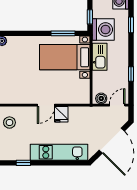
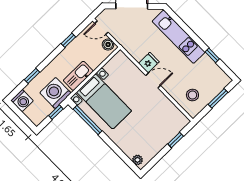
window: (63, 33) -> (88, 120), width x1.44

